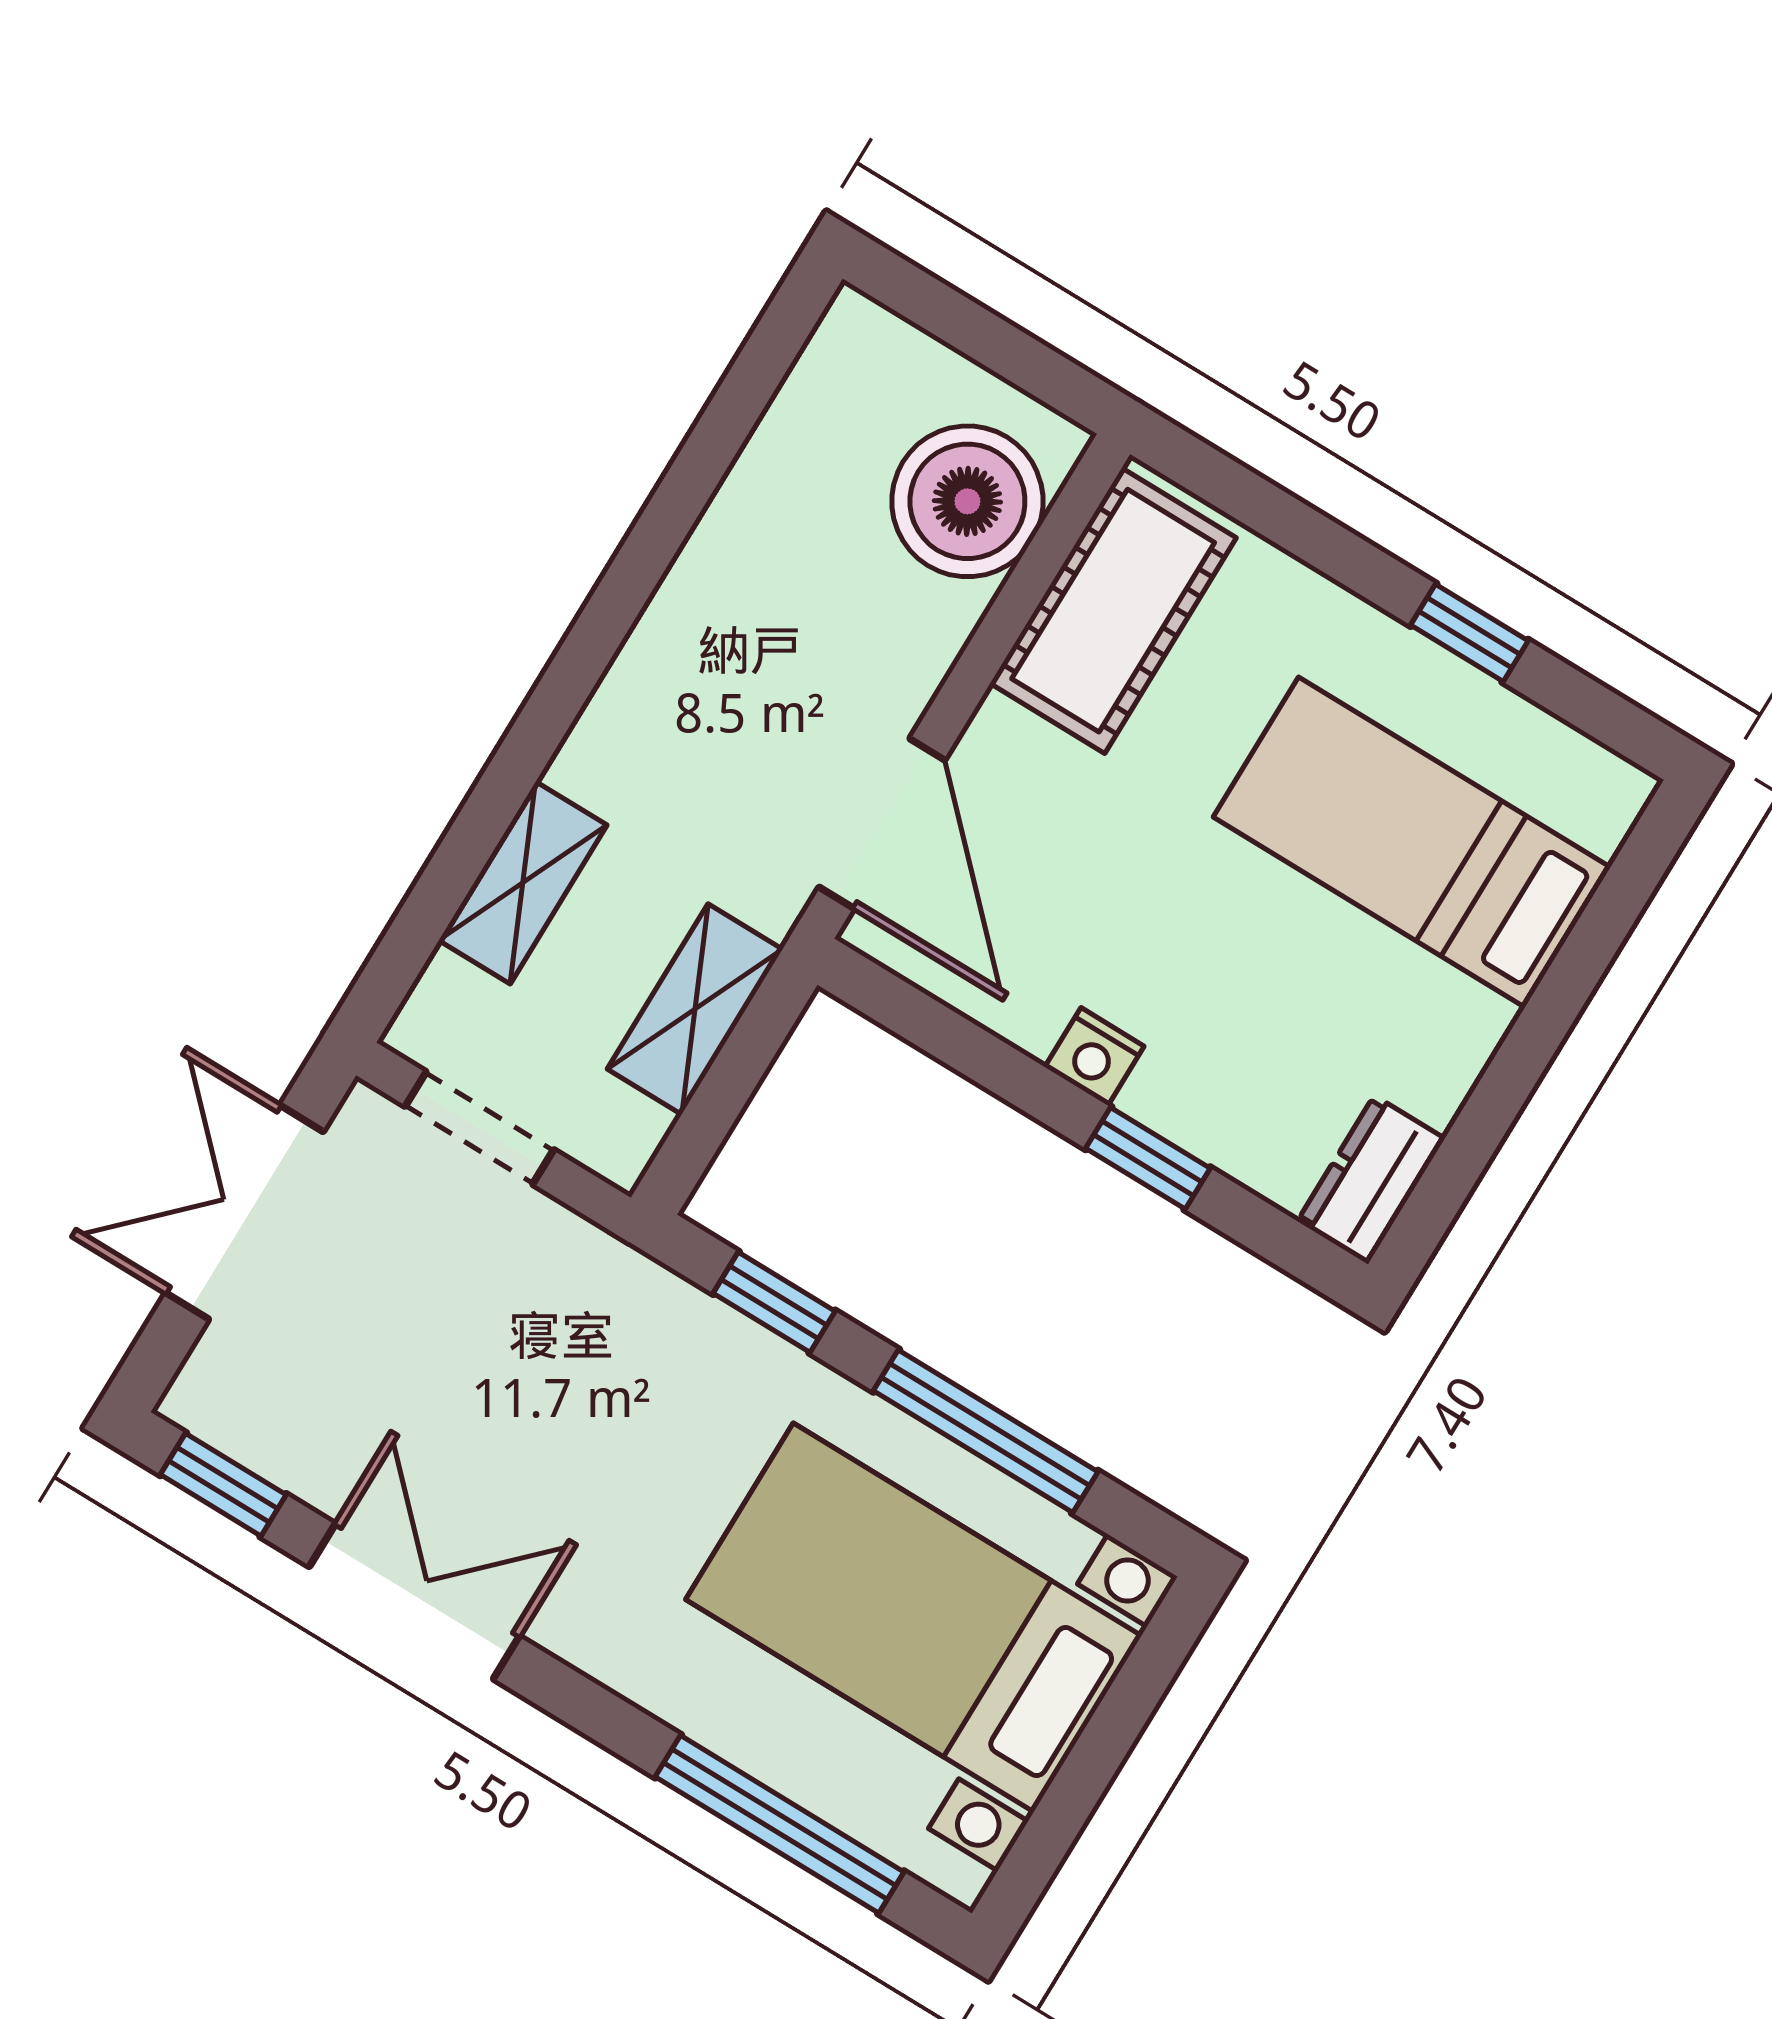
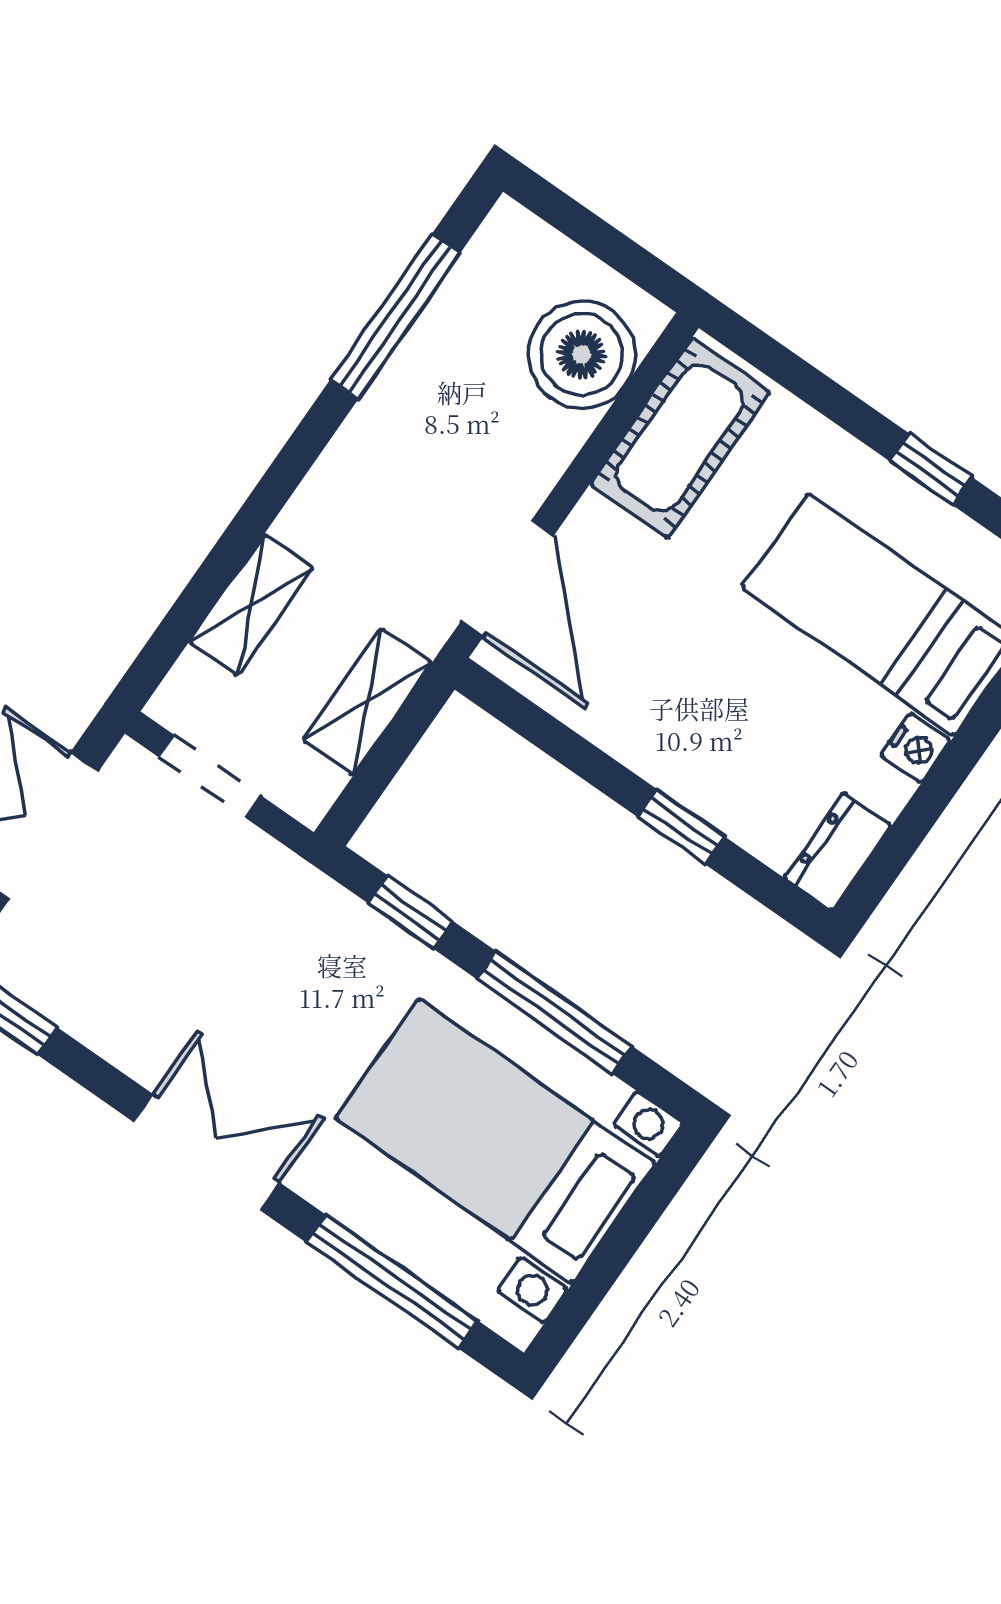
window: (701, 464) -> (395, 317), added
nightstand: (1094, 1057) -> (916, 748), moved, turned -90
double door: (414, 1601) -> (207, 1152), moved

